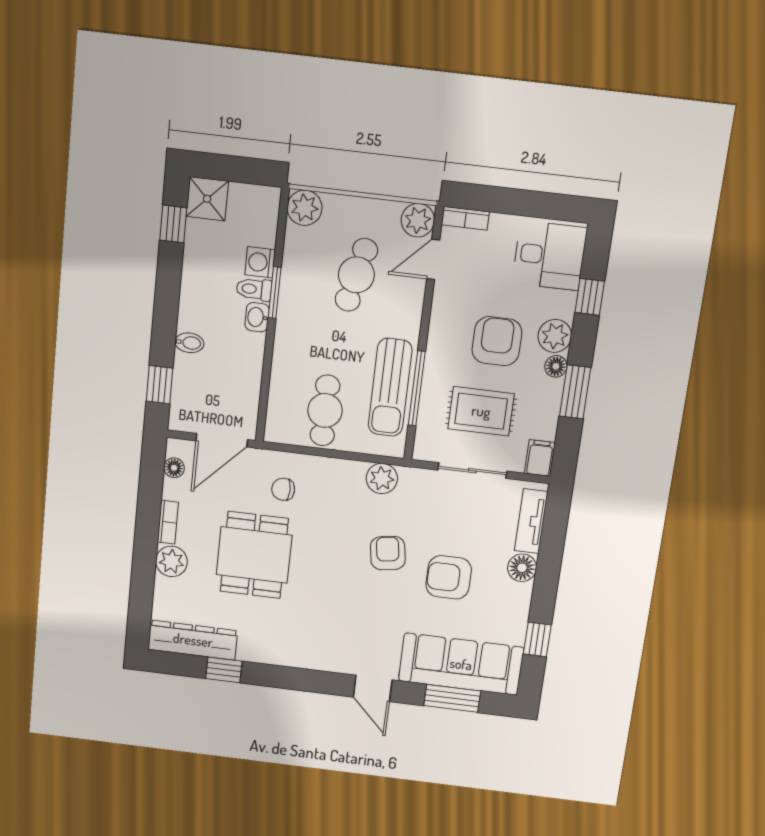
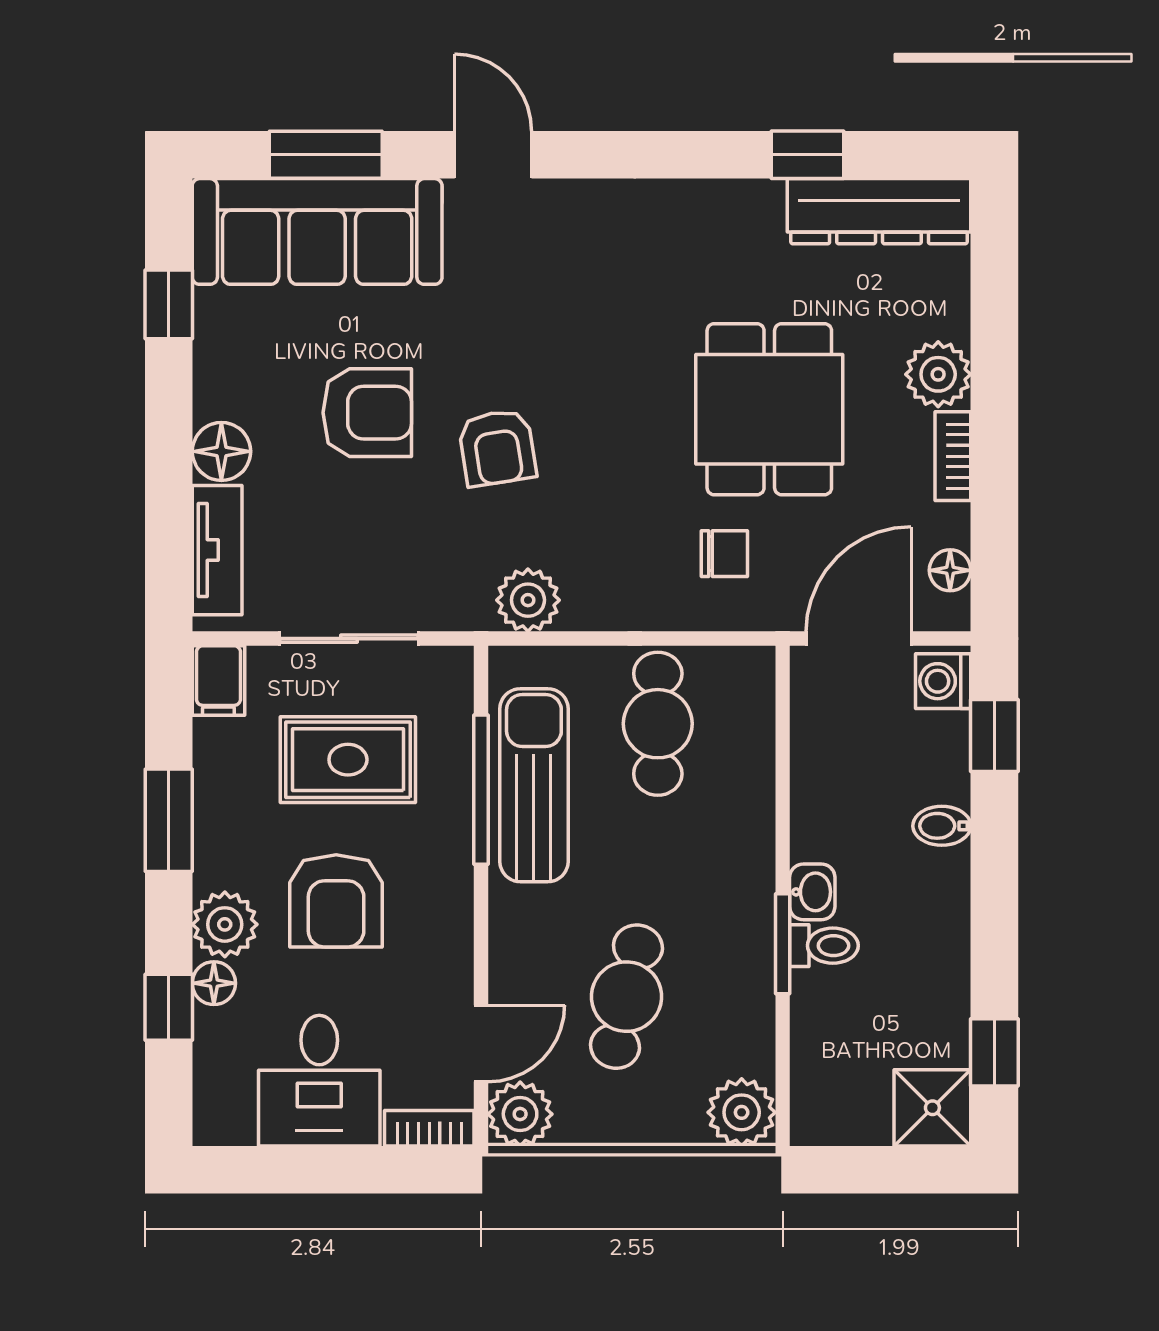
desk: (550, 256) -> (319, 1081), moved, turned -90
washing machine: (260, 262) -> (943, 681), moved, turned 180
floor lamp: (556, 366) -> (214, 983), moved

